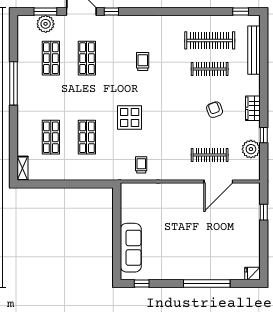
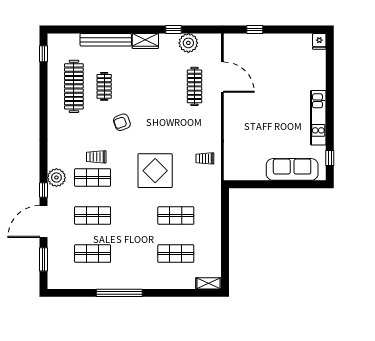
plant: (46, 24) -> (56, 178), moved
bench: (254, 50) -> (106, 40), moved
shop shelf: (123, 58) -> (93, 178), added
clothes rail: (210, 69) -> (104, 86), width x0.73
armchair: (215, 110) -> (122, 122), moved
display table: (130, 118) -> (155, 171), width x1.36, depth x1.36
kitchen unit: (180, 273) -> (318, 118), added
window: (207, 284) -> (330, 89), removed

